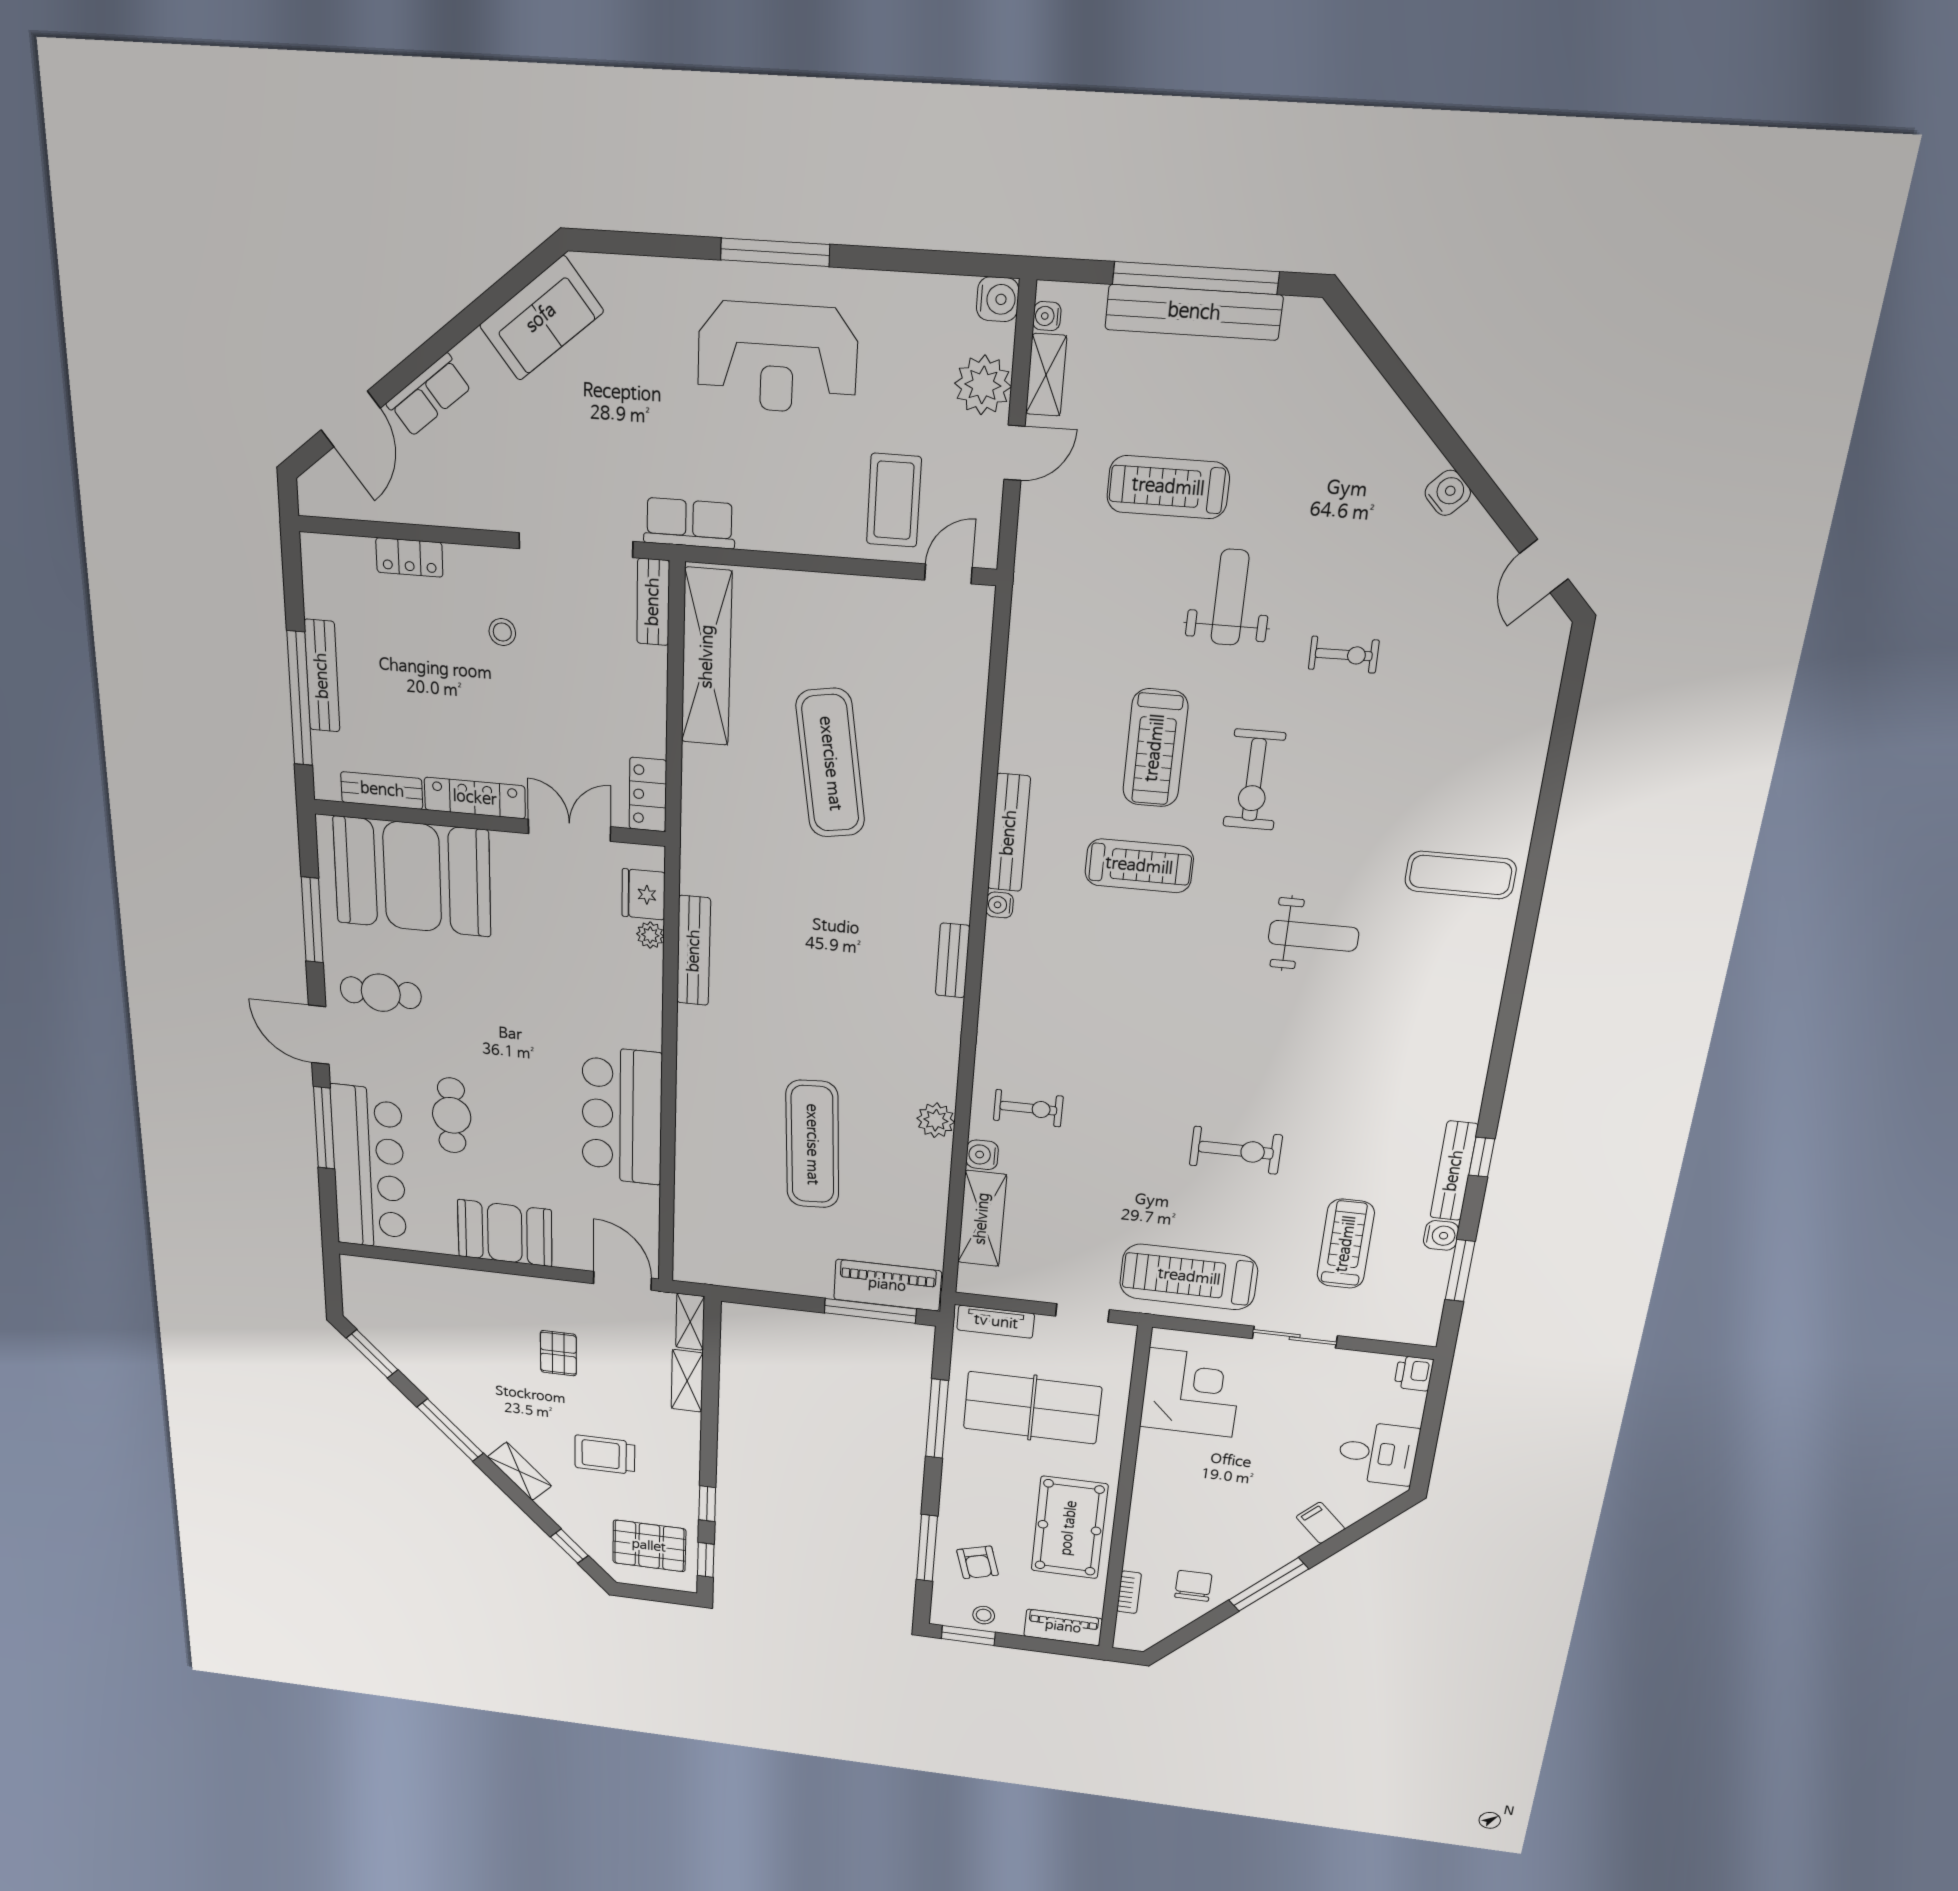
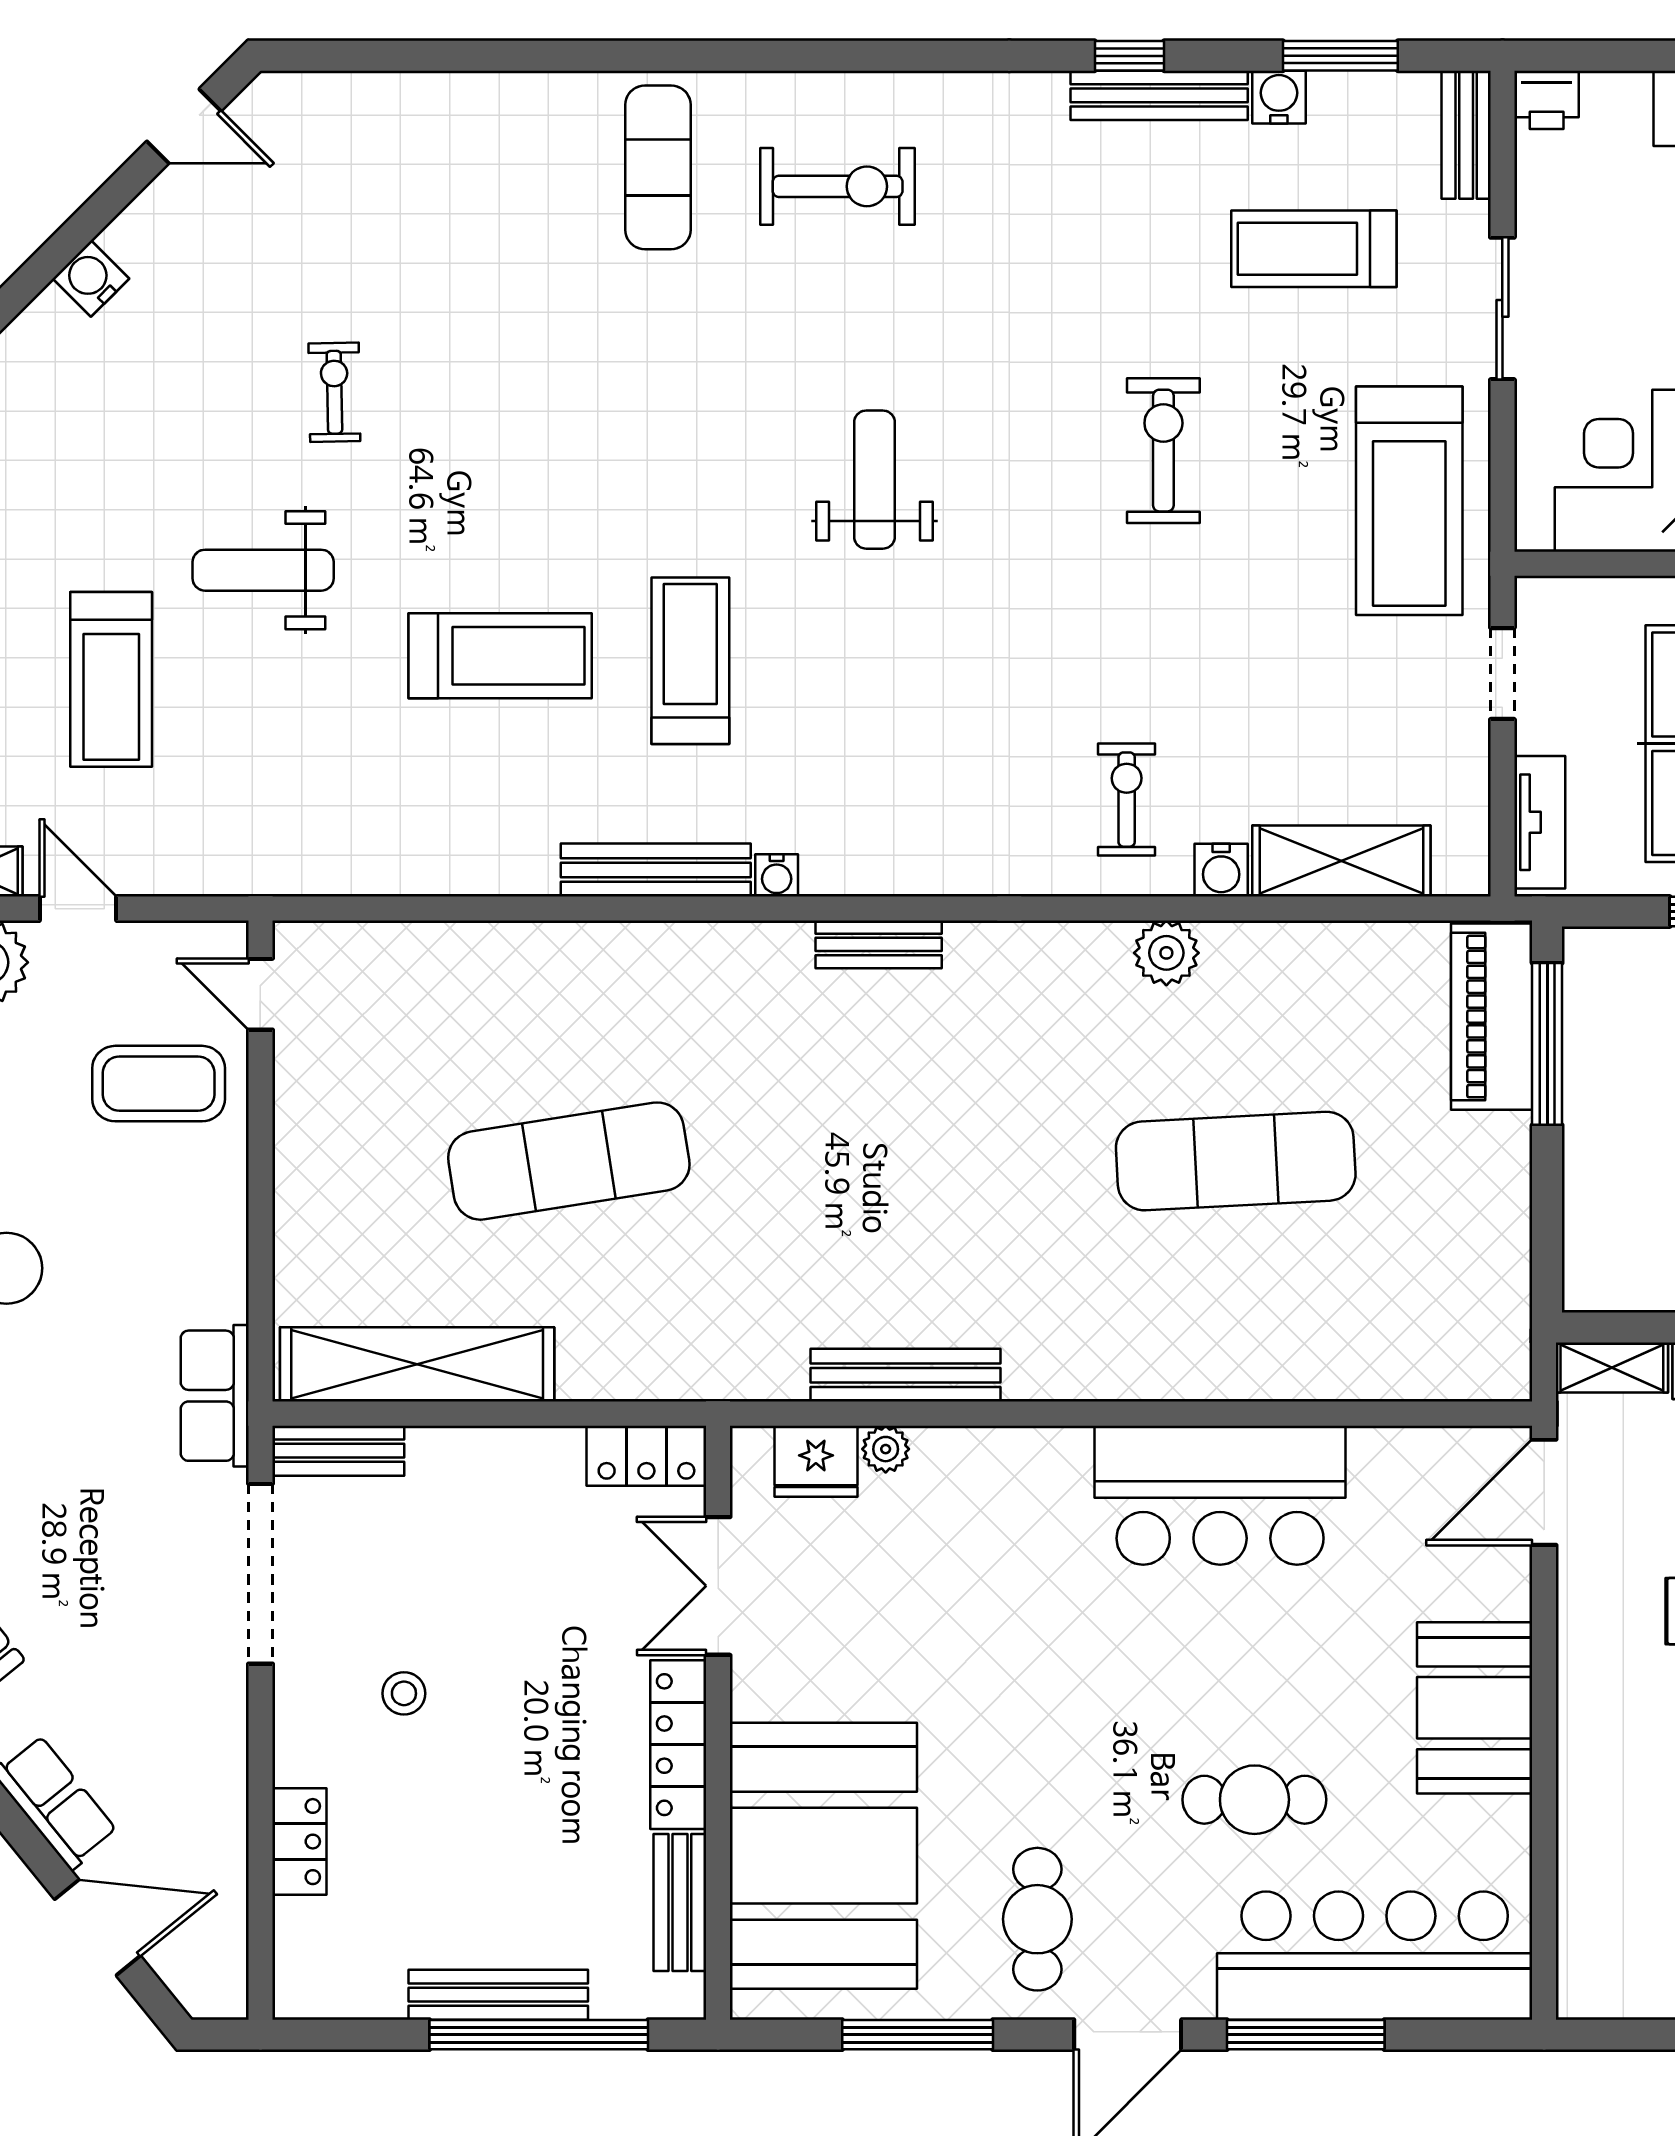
exercise bike: (1254, 780) -> (838, 186), moved
weight bench: (1313, 936) -> (875, 480), moved
bench: (1401, 1330) -> (1466, 135), added

